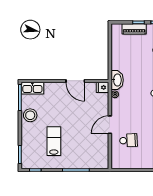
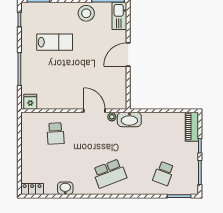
piano: (134, 29) -> (192, 127), moved
door: (75, 81) -> (128, 55), moved
fridge: (103, 87) -> (30, 102), moved
door: (110, 125) -> (94, 111), moved

